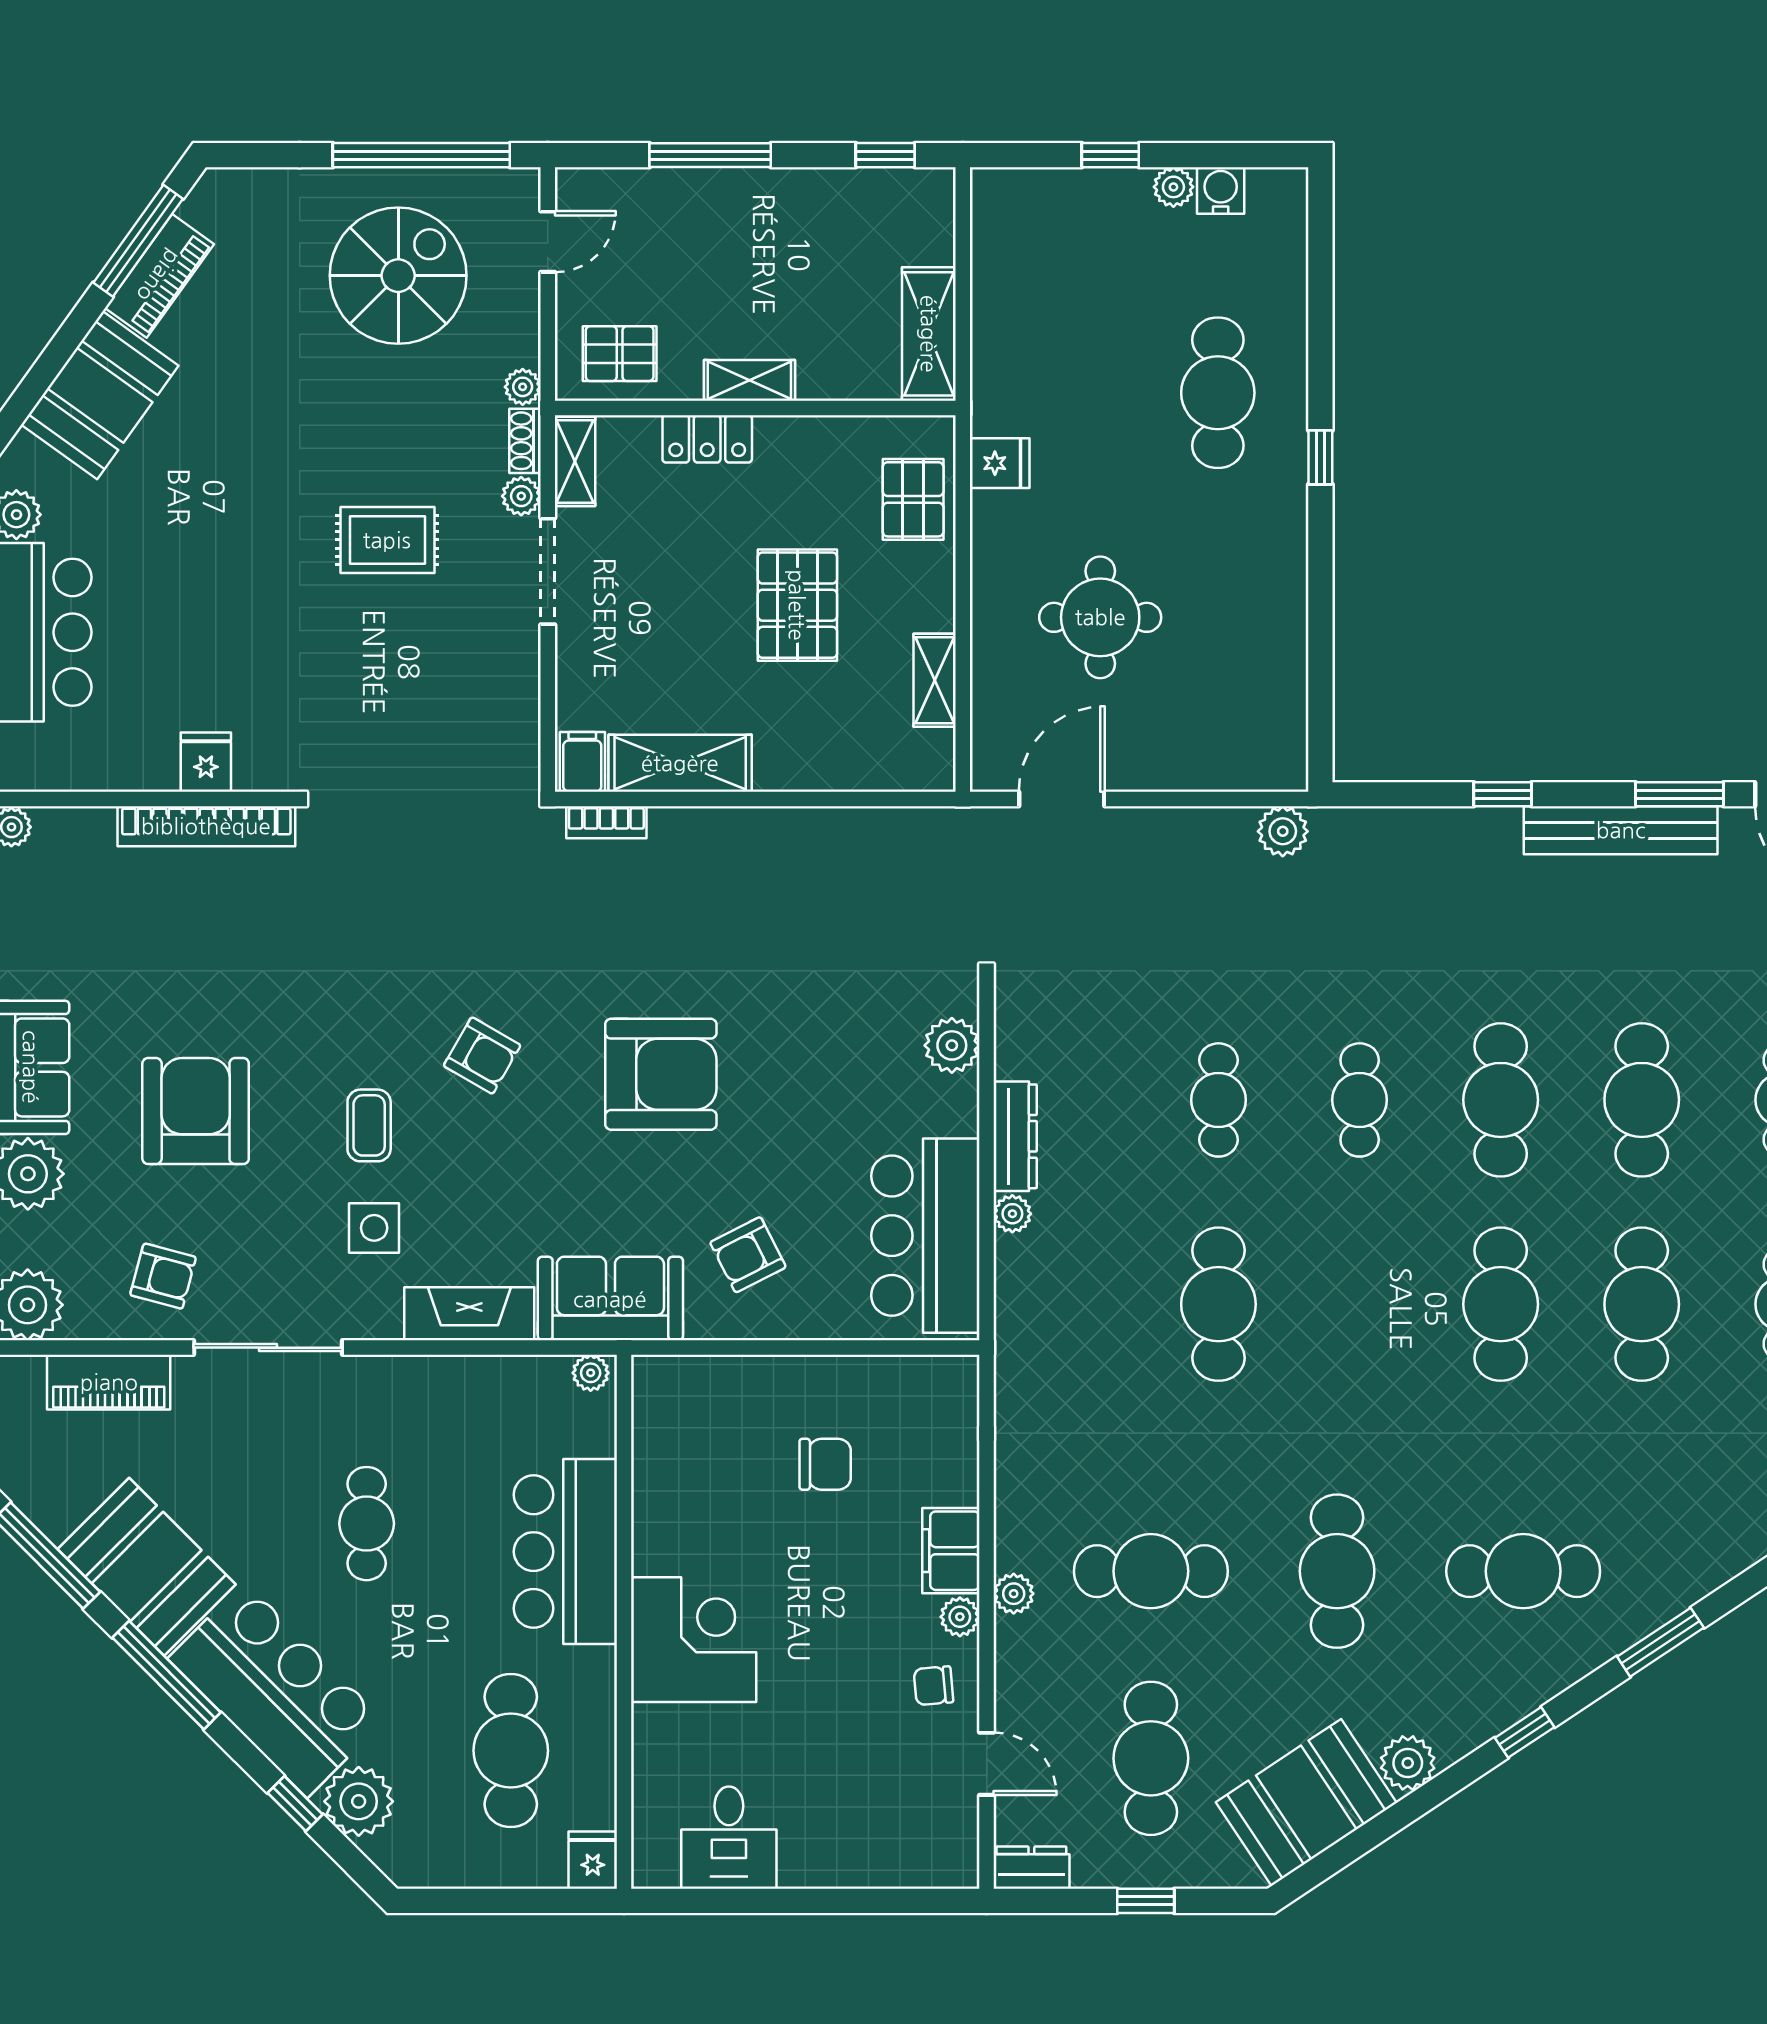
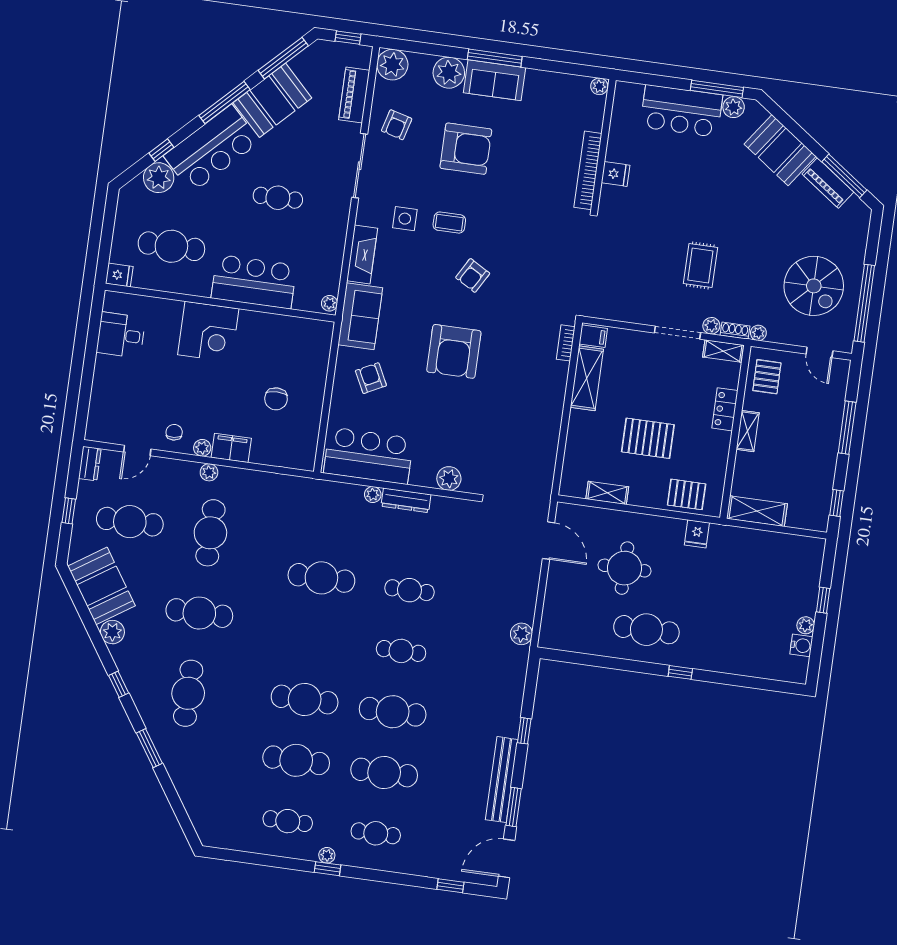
cafe table: (1218, 393) -> (646, 630), moved

